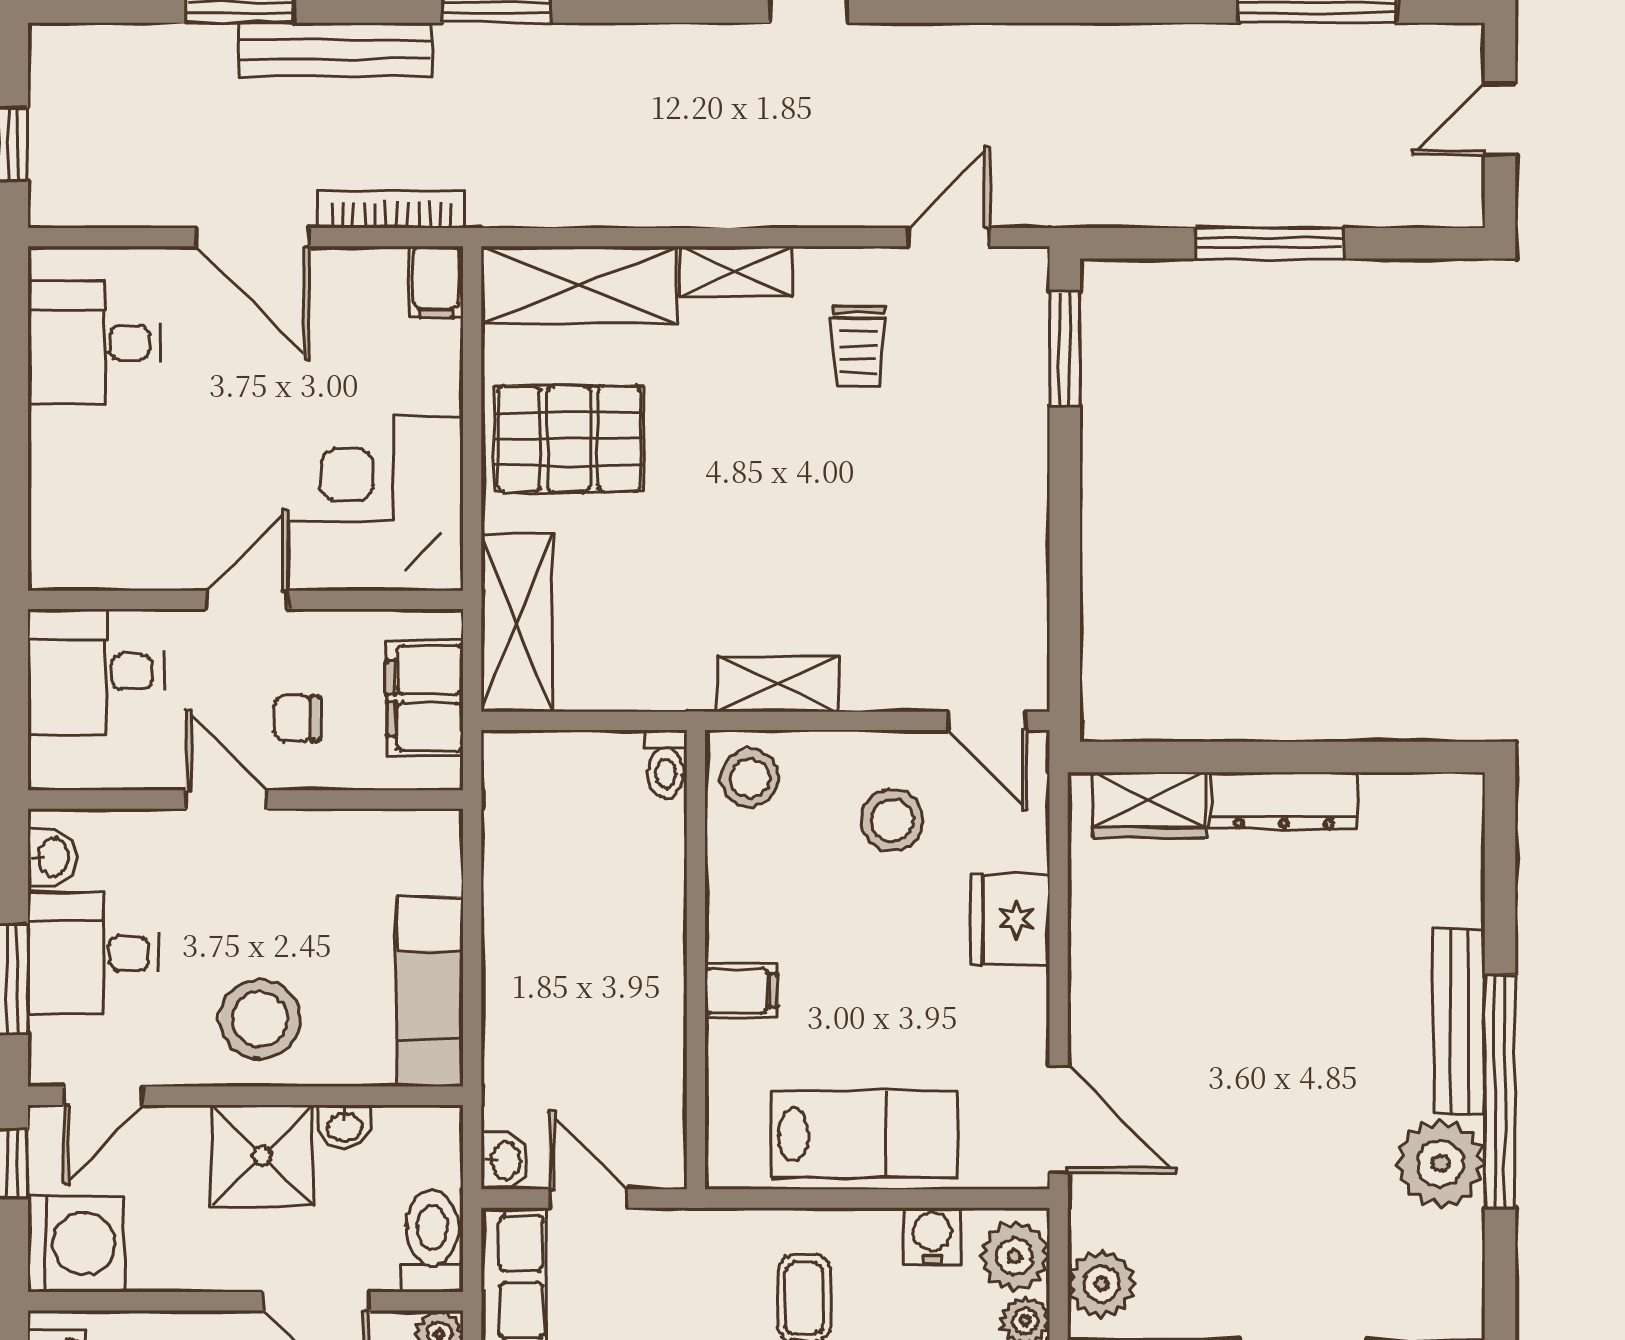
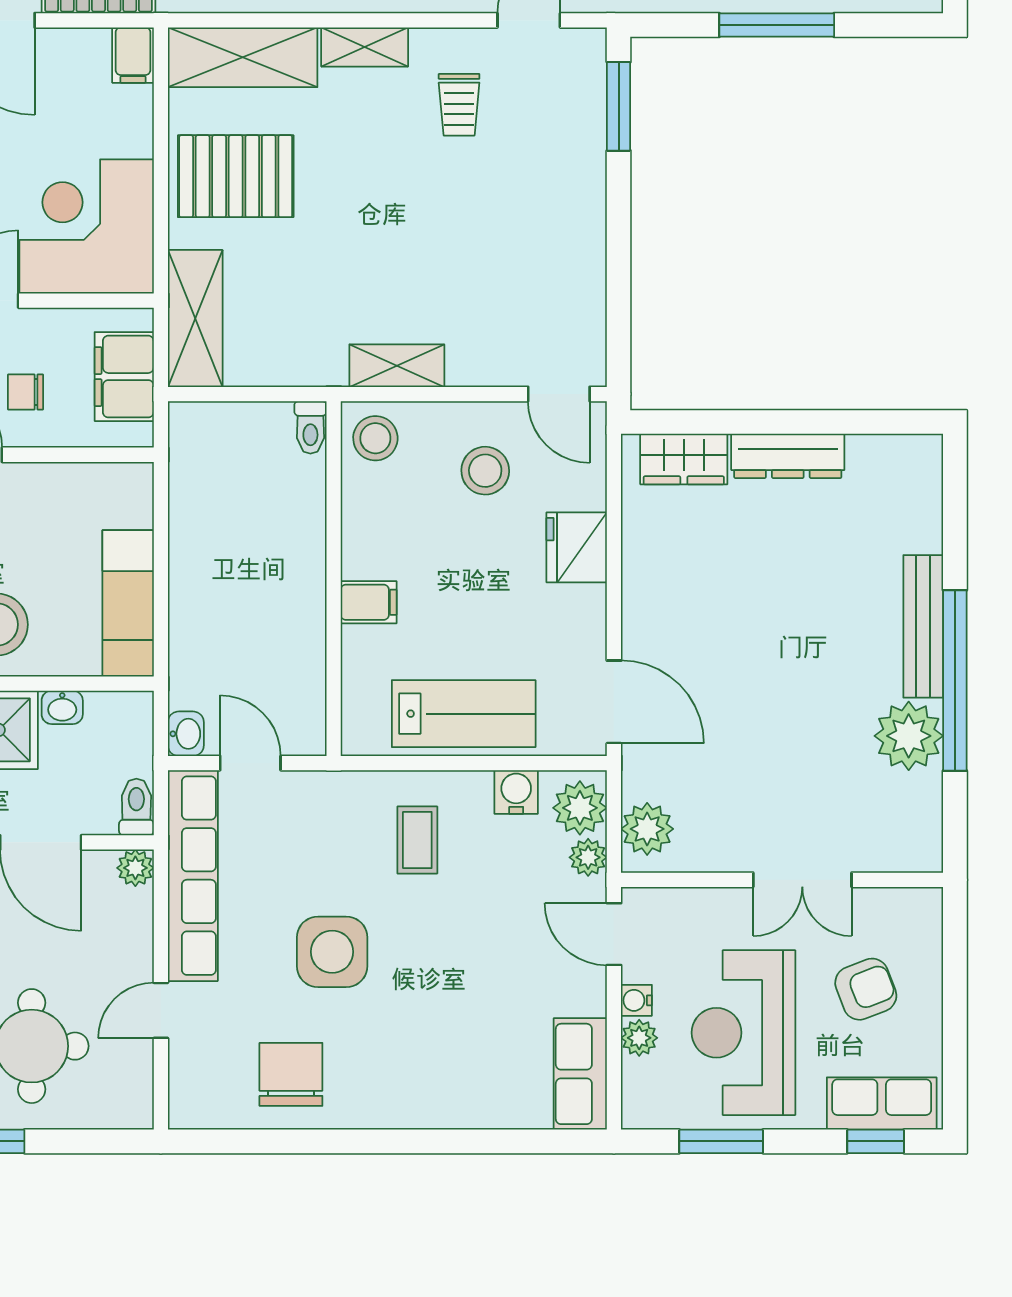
toilet: (432, 1241) -> (136, 807), width x0.73, depth x0.72

